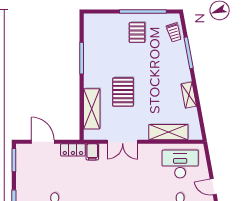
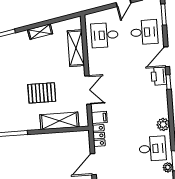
desk: (180, 164) -> (105, 35), width x0.73

